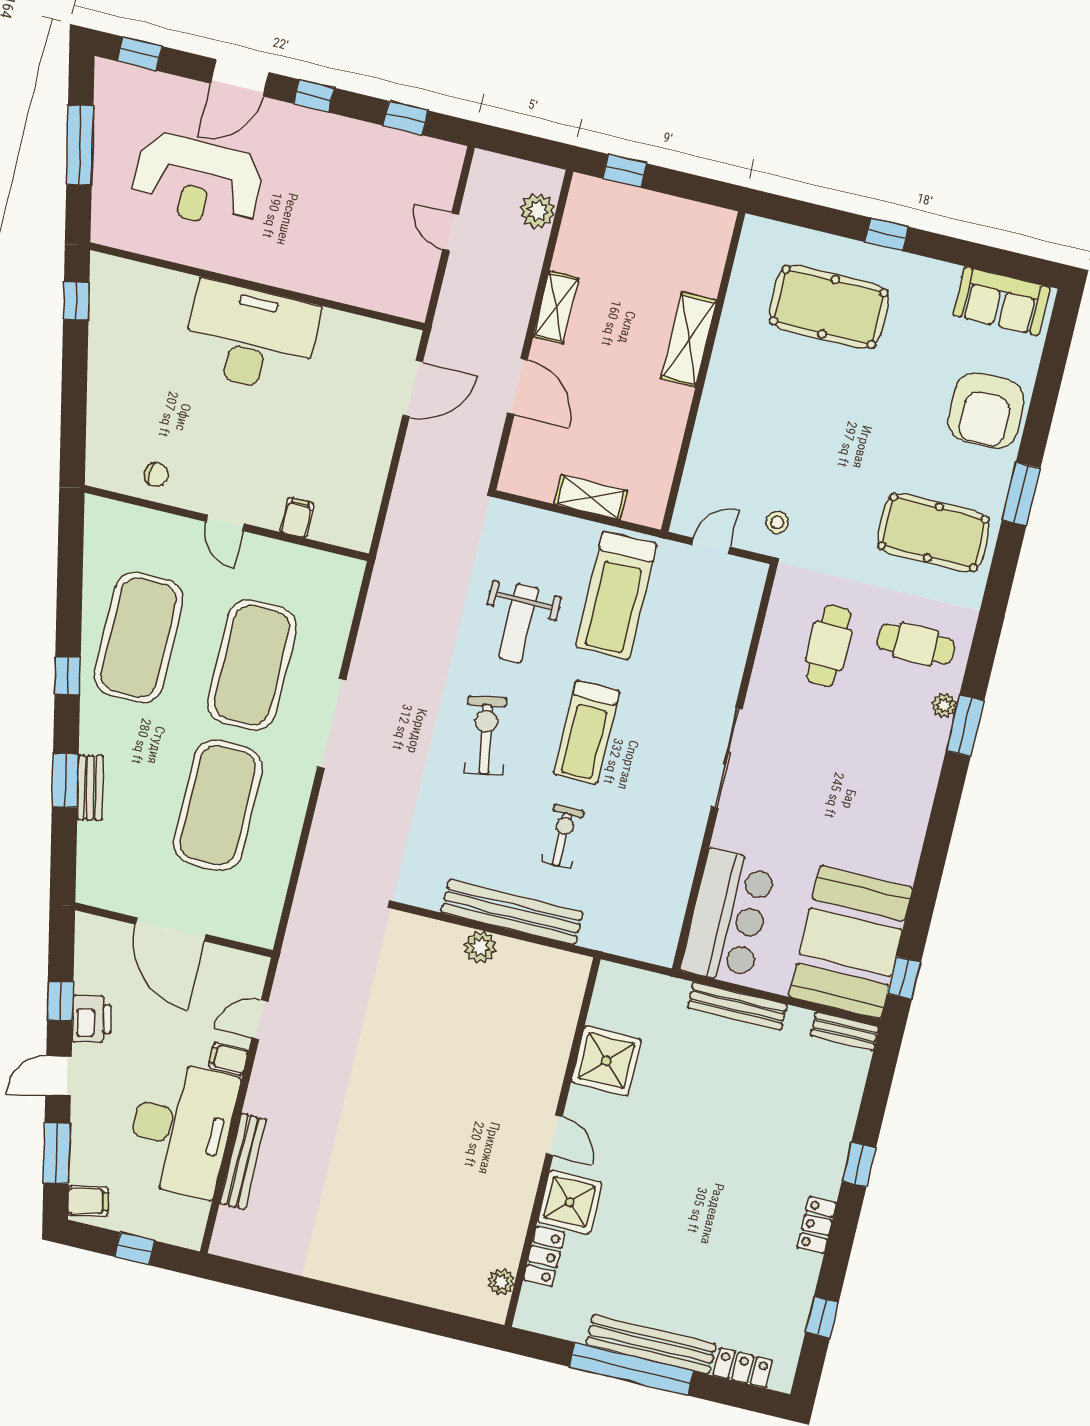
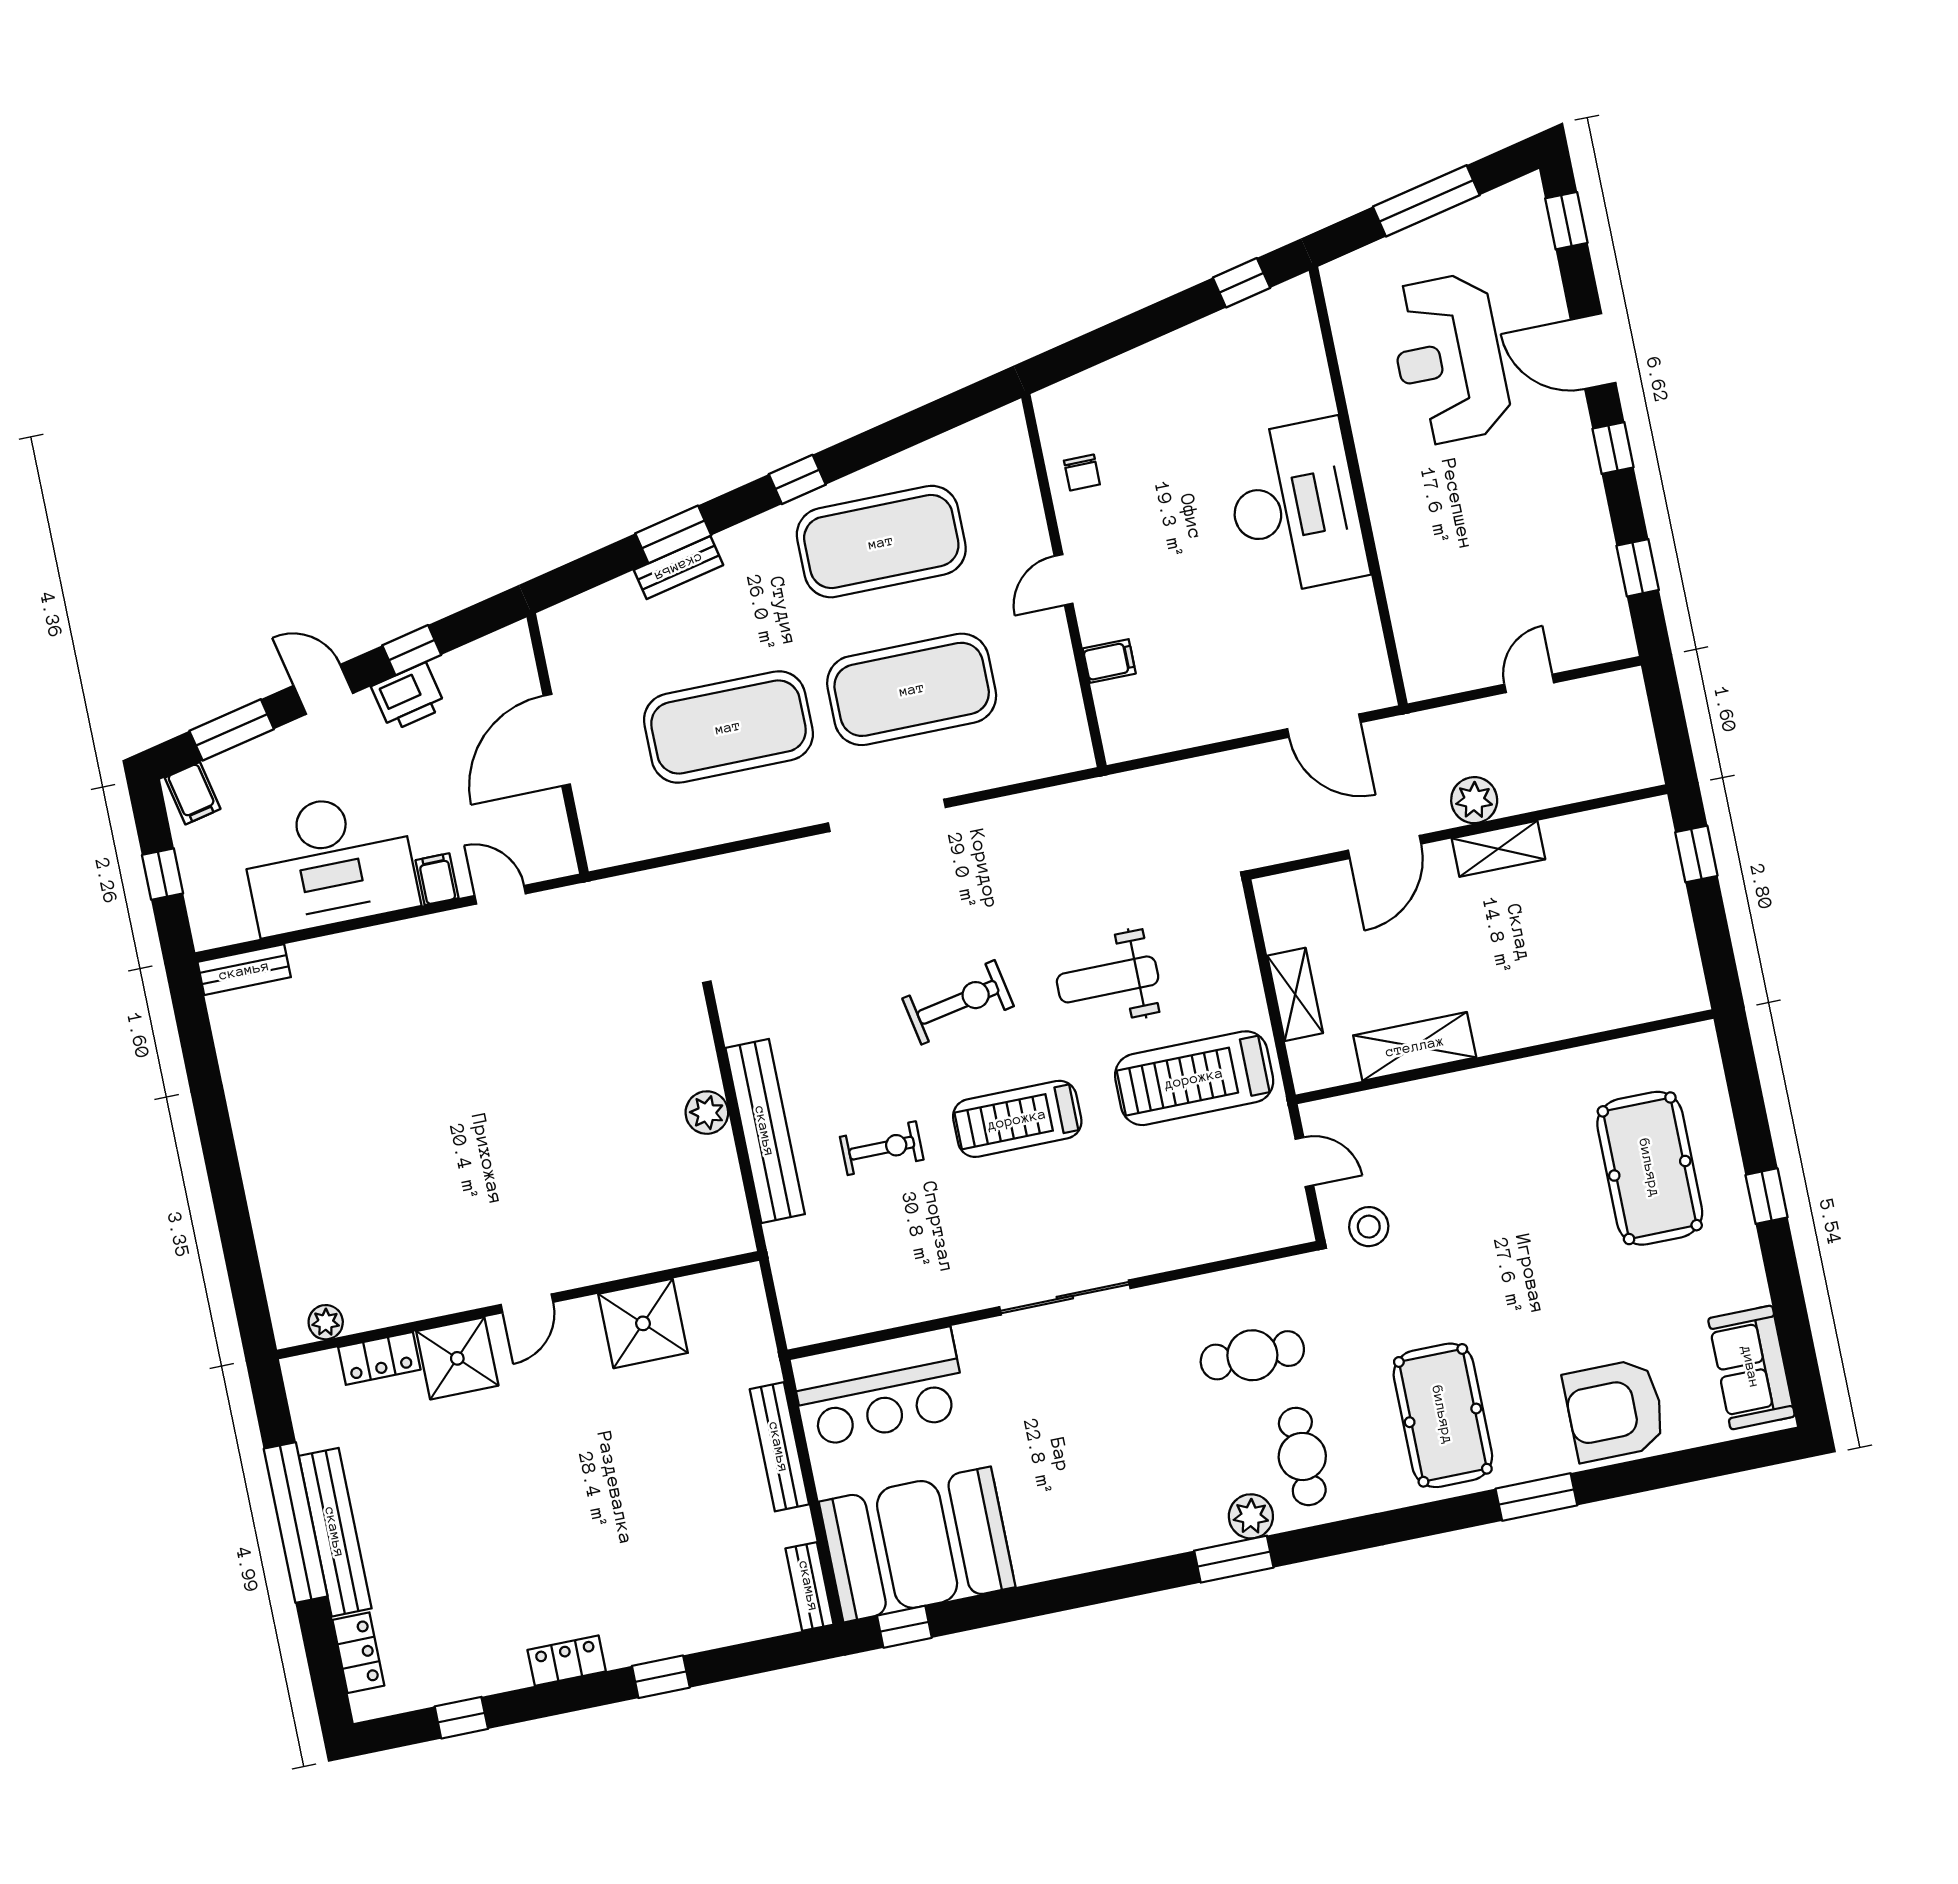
plant: (538, 211) -> (1474, 800), moved
shelving: (689, 339) -> (1415, 1046), moved
stool: (777, 522) -> (1369, 1227), width x1.37, depth x1.37
plant: (944, 705) -> (1251, 1516), width x1.38, depth x1.38
bench: (243, 1161) -> (244, 970), moved, width x0.73

